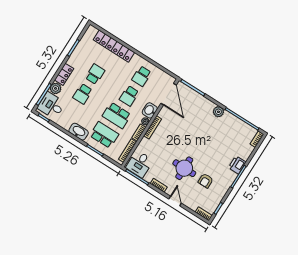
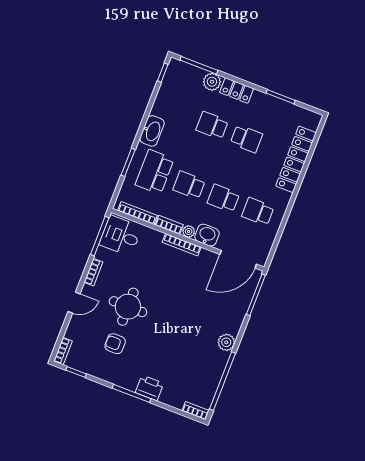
desk: (51, 105) -> (184, 80), removed
school desk: (117, 115) -> (189, 185), width x0.54
school desk: (104, 135) -> (155, 172), turned 180

